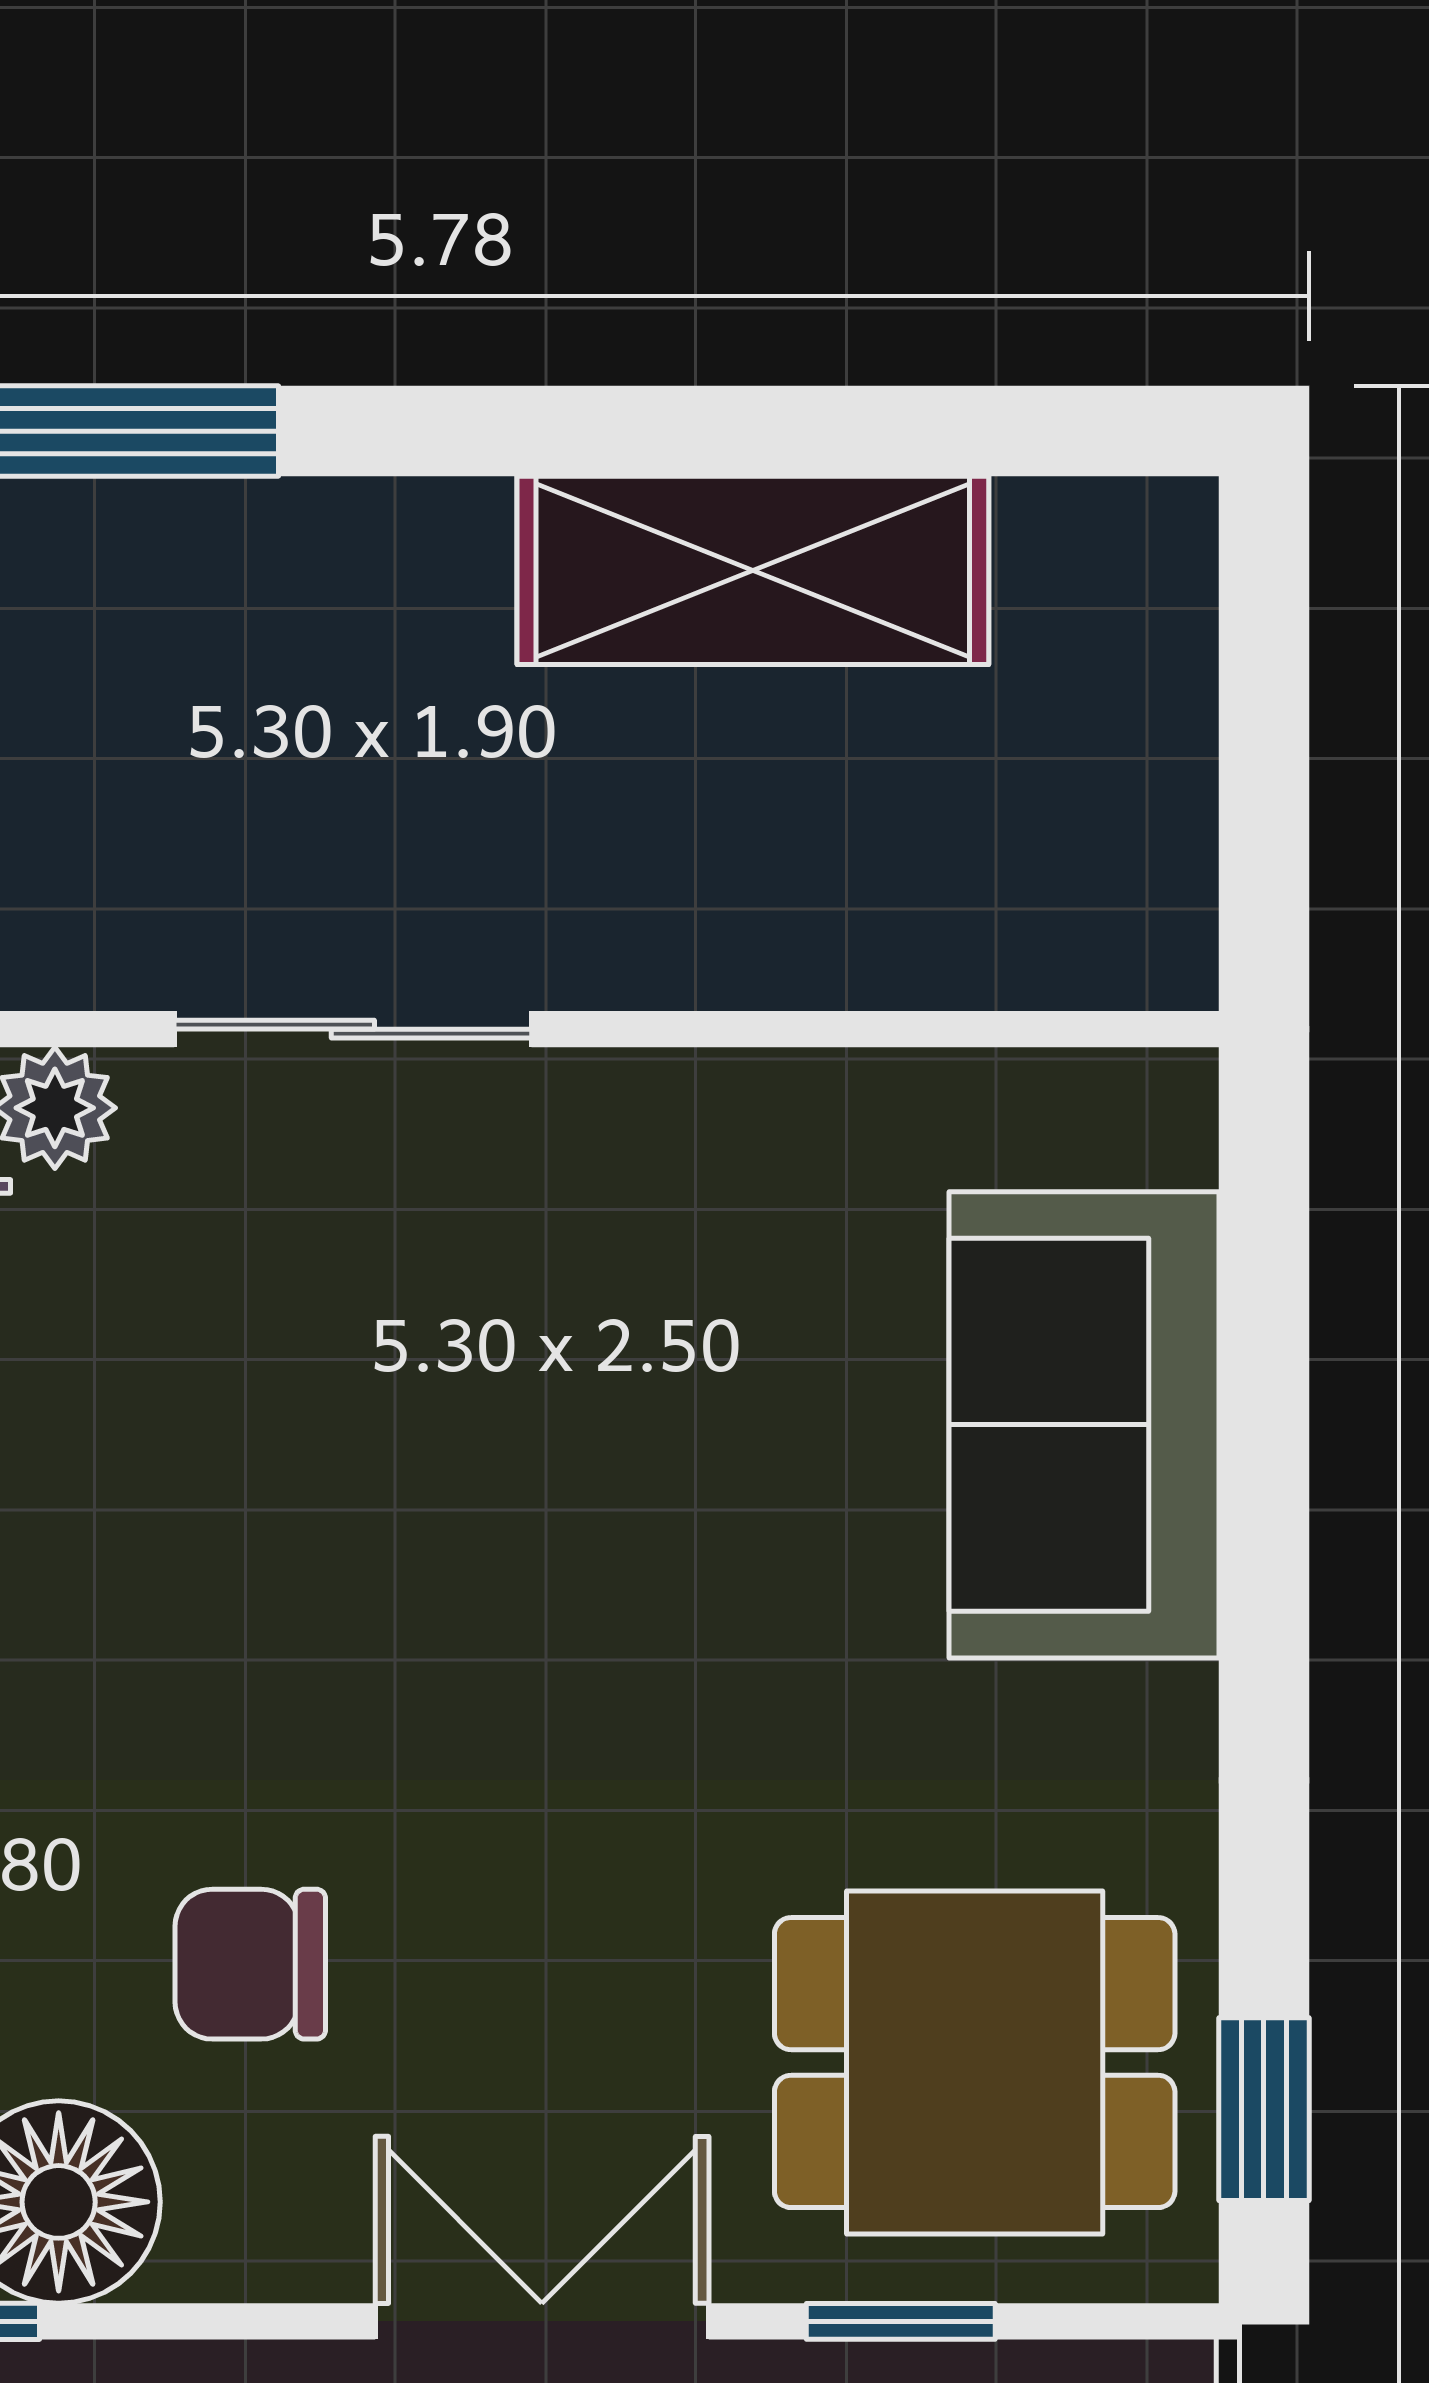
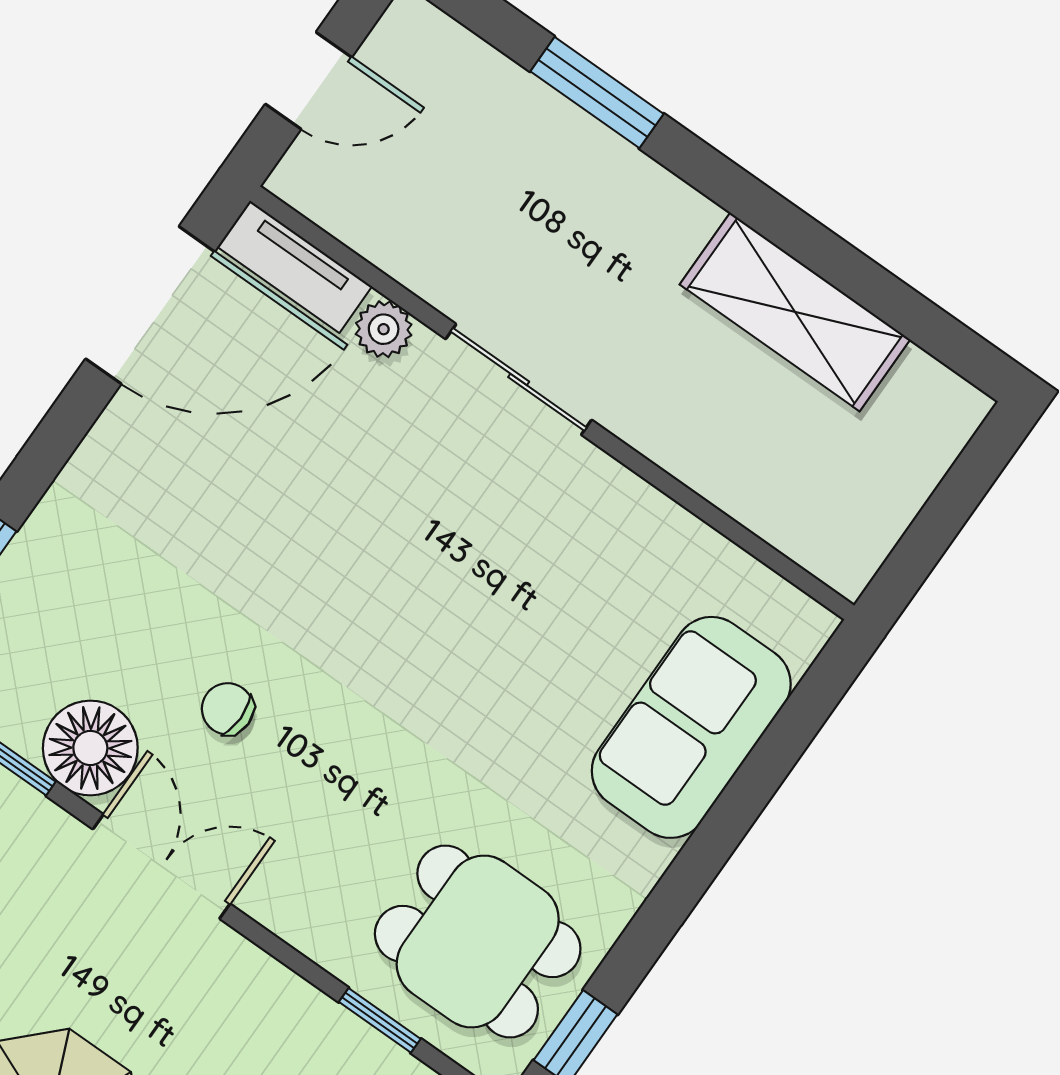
chair: (250, 1964) -> (228, 709), width x0.73, depth x0.73
double door: (542, 2321) -> (161, 866), moved

